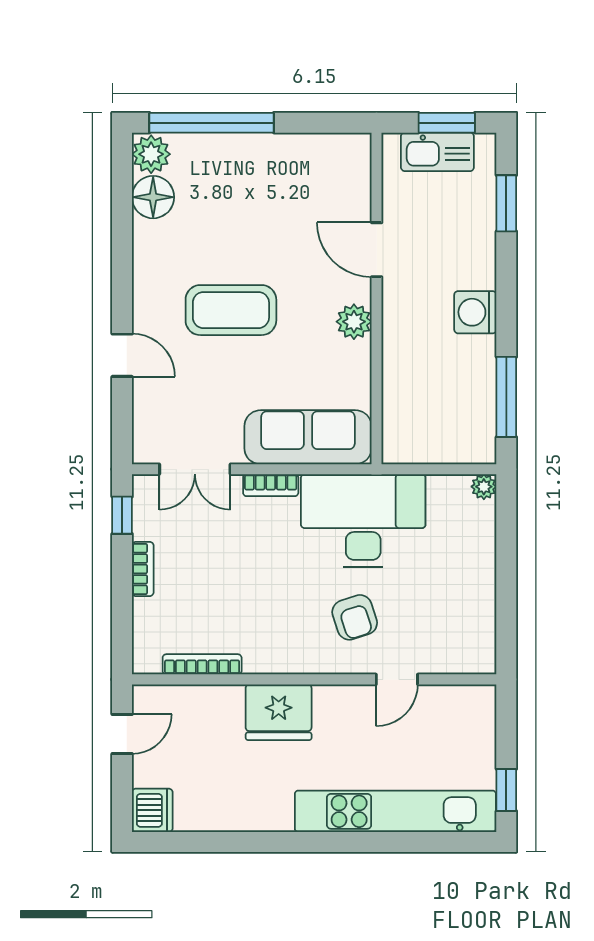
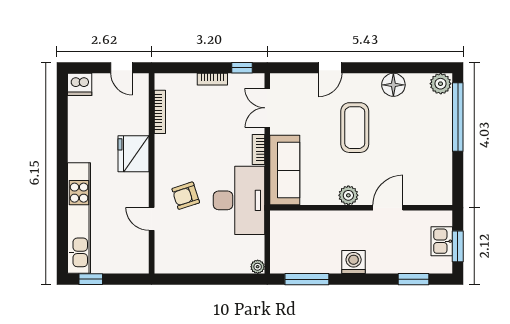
kitchen sink: (437, 152) -> (442, 241), width x0.73
floor lamp: (153, 197) -> (393, 85), moved

